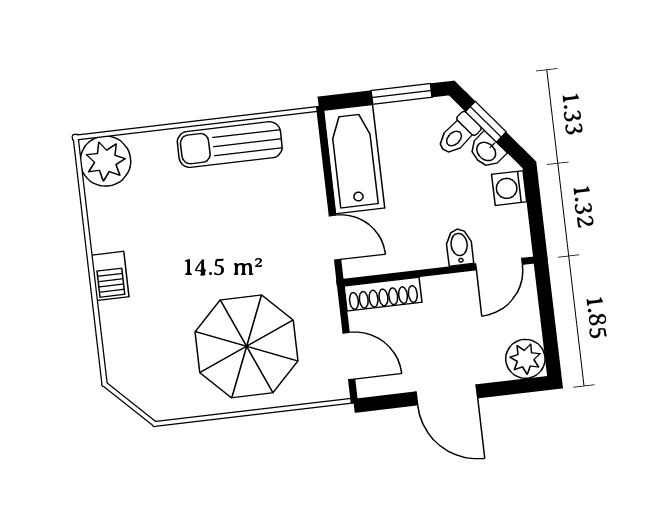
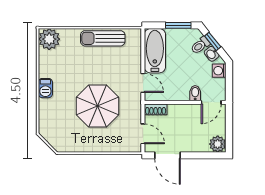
shoe rack: (383, 294) -> (156, 109), width x0.70
parasol: (246, 346) -> (98, 106), moved
door: (447, 395) -> (168, 155), moved

